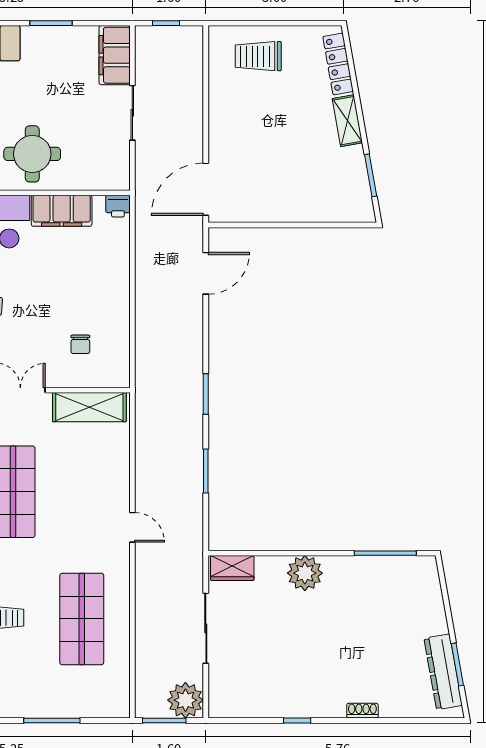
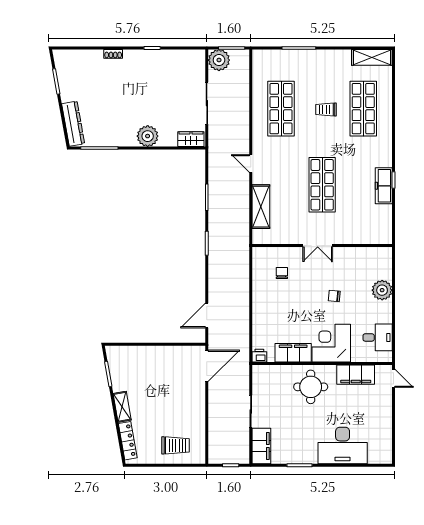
shelving: (89, 407) -> (261, 207), moved, turned 90
dresser: (443, 672) -> (73, 124), moved

